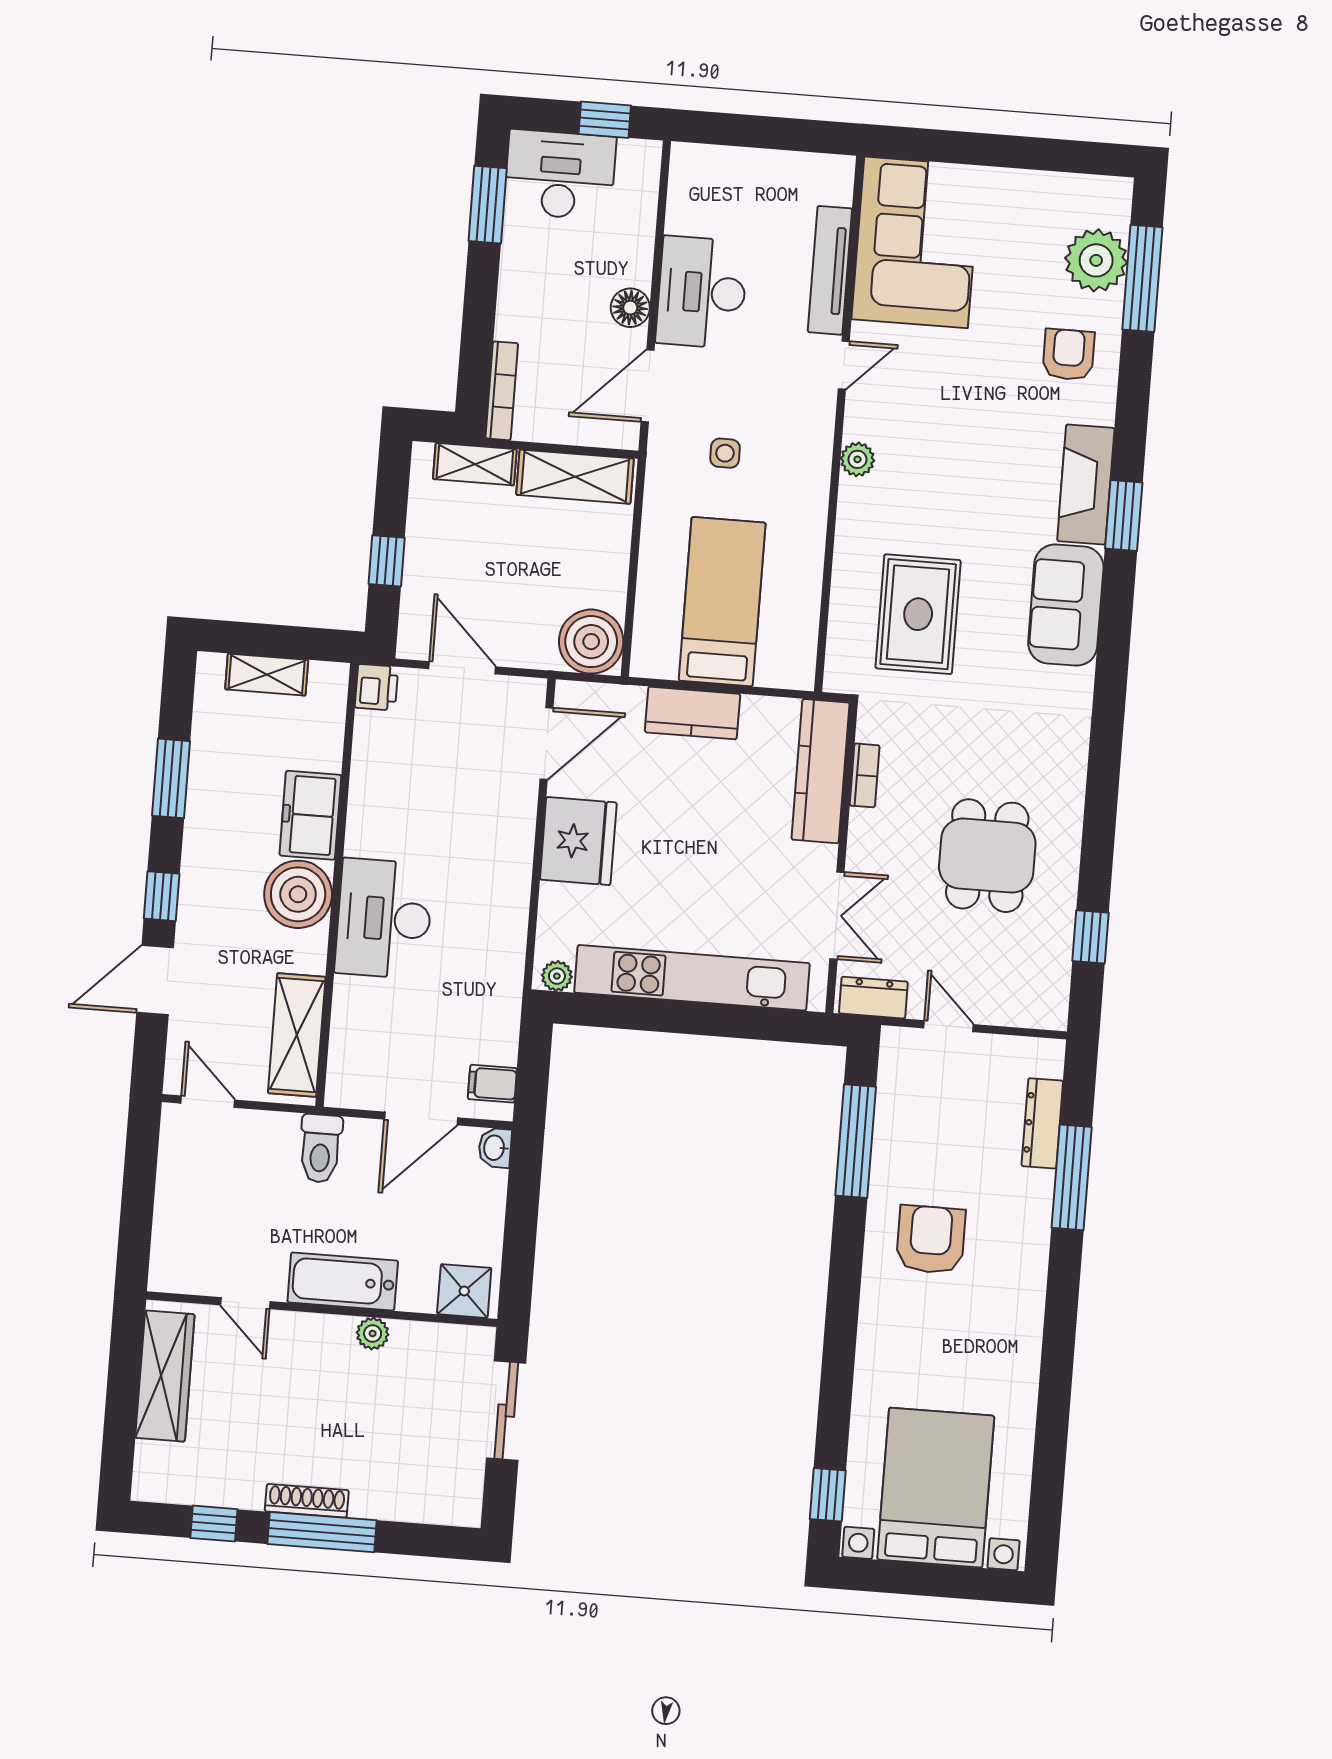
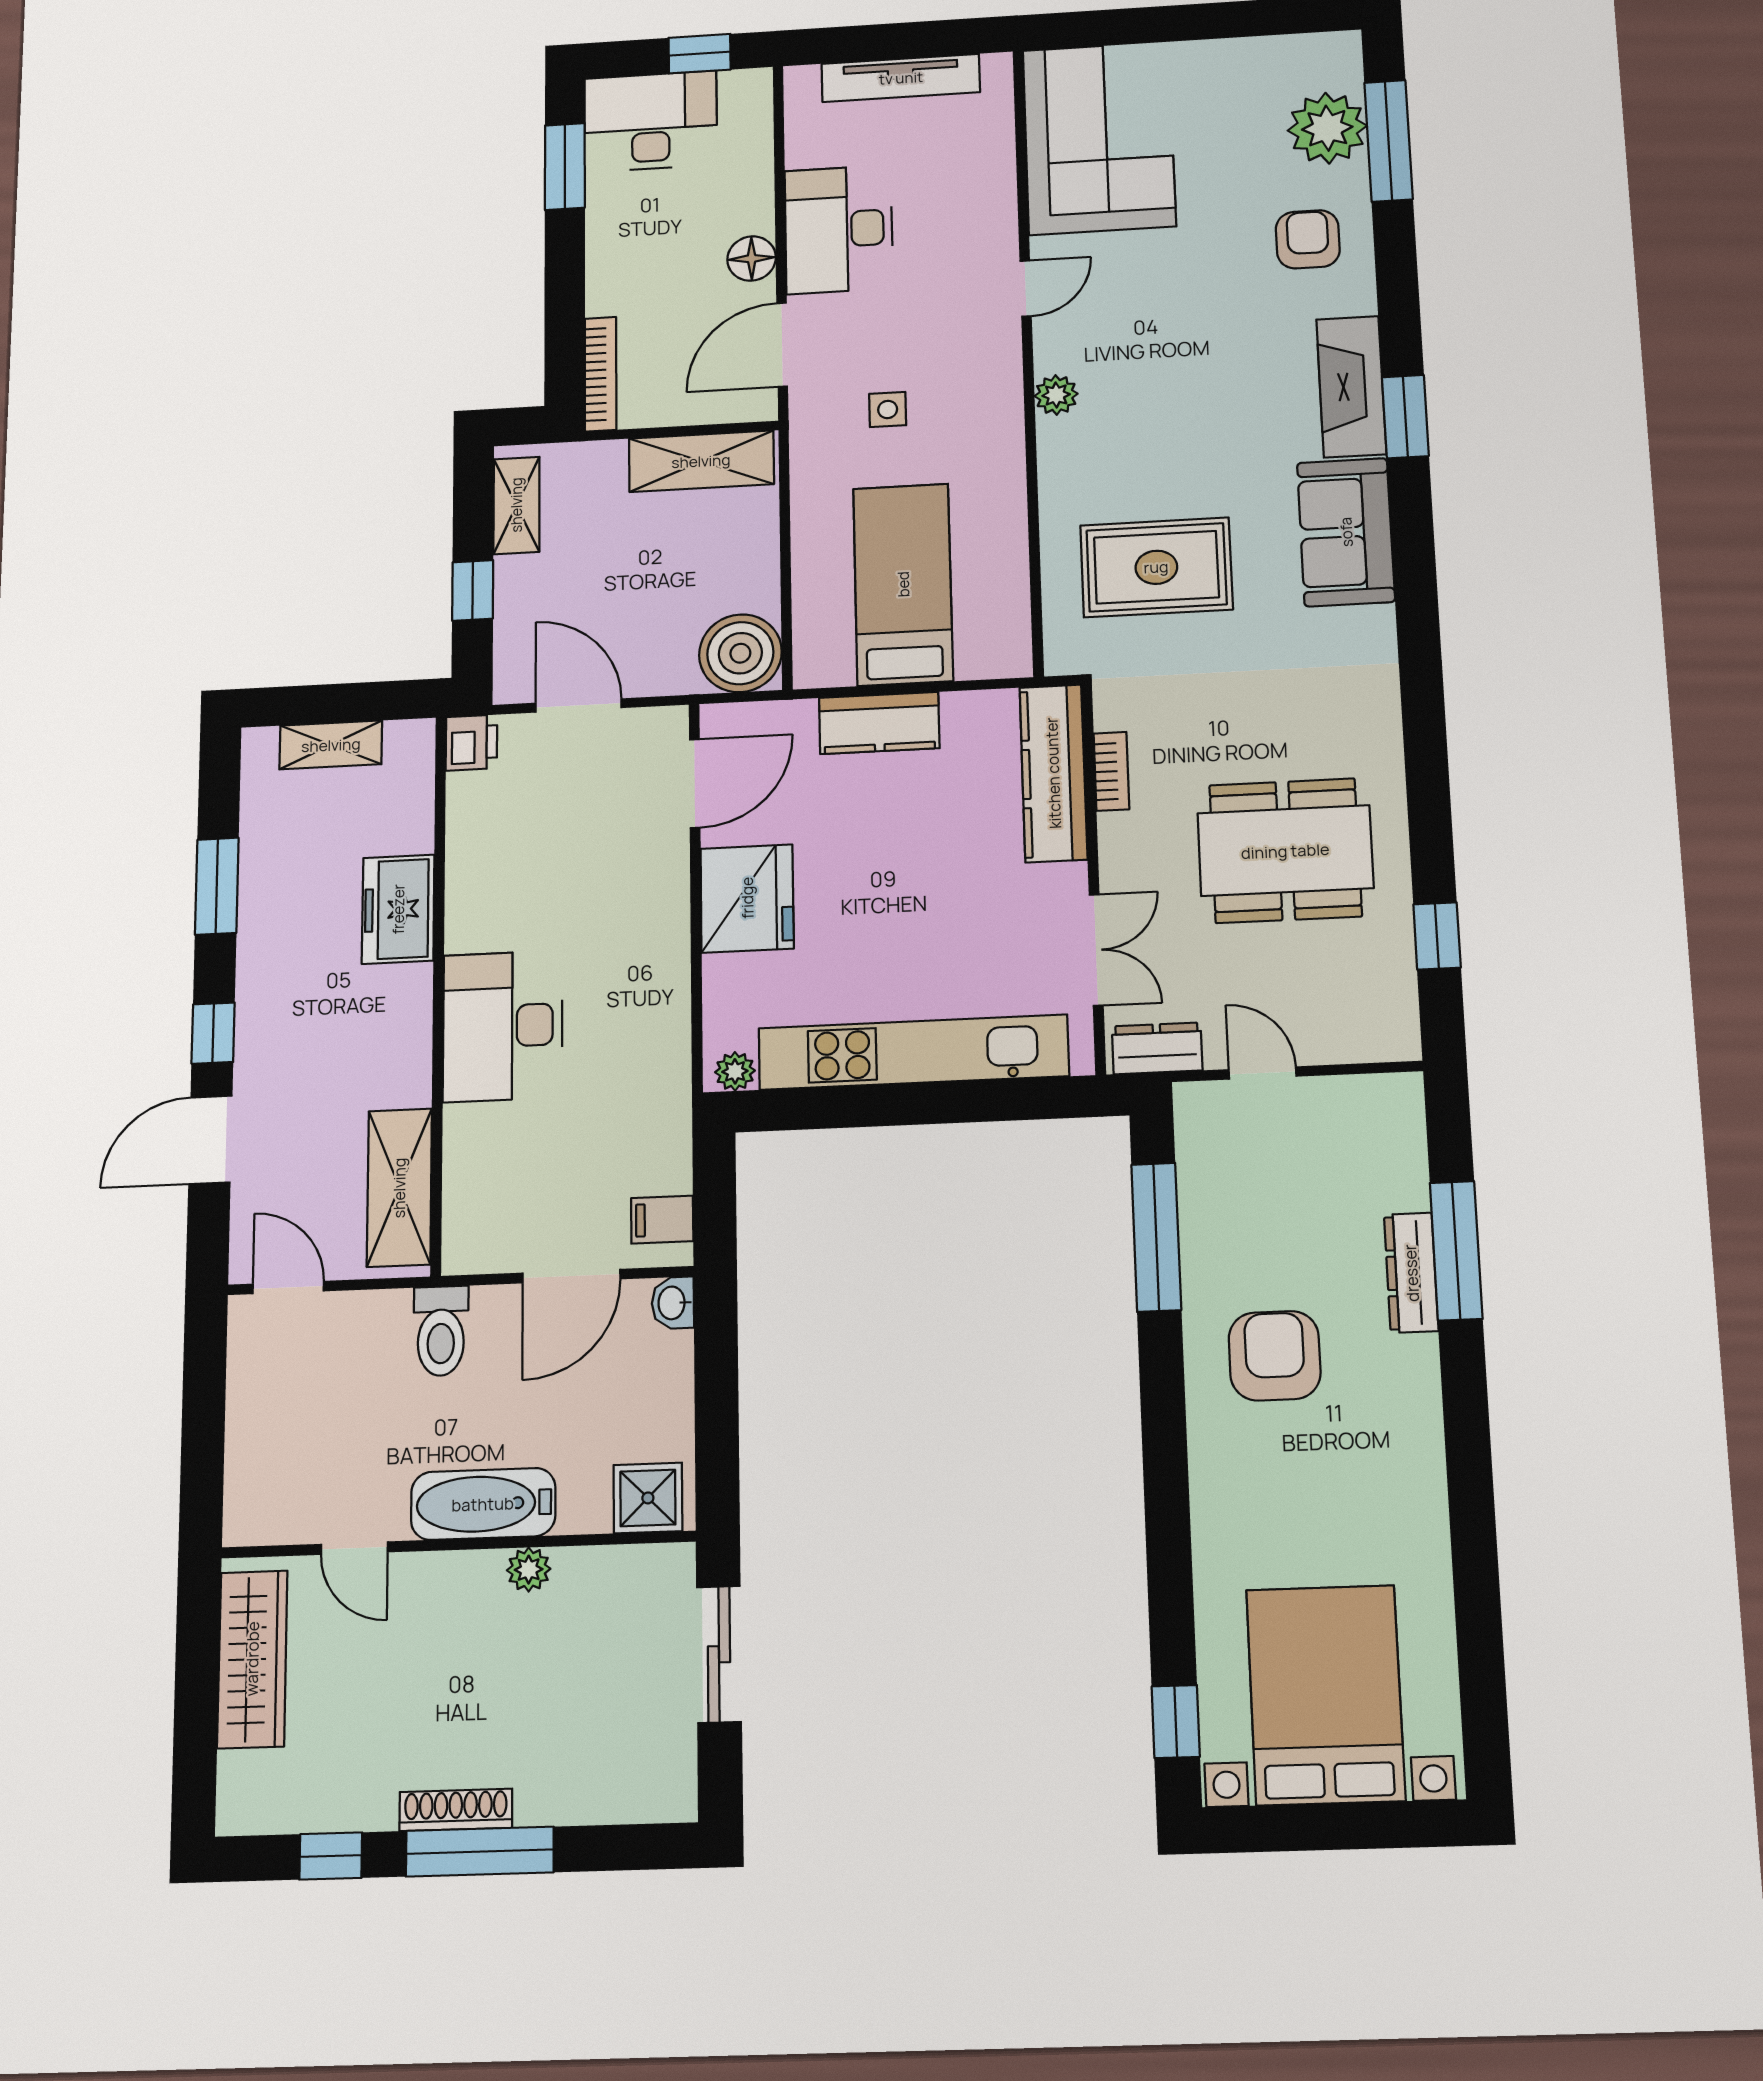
tv unit: (830, 270) -> (901, 78), moved, turned -90
shelving: (475, 464) -> (516, 505), moved, turned 90
rug: (918, 614) -> (1156, 567), turned 90
dining table: (987, 856) -> (1285, 851), width x1.38
boiler: (298, 894) -> (389, 1009), removed
dresser: (1042, 1123) -> (1411, 1273), moved

